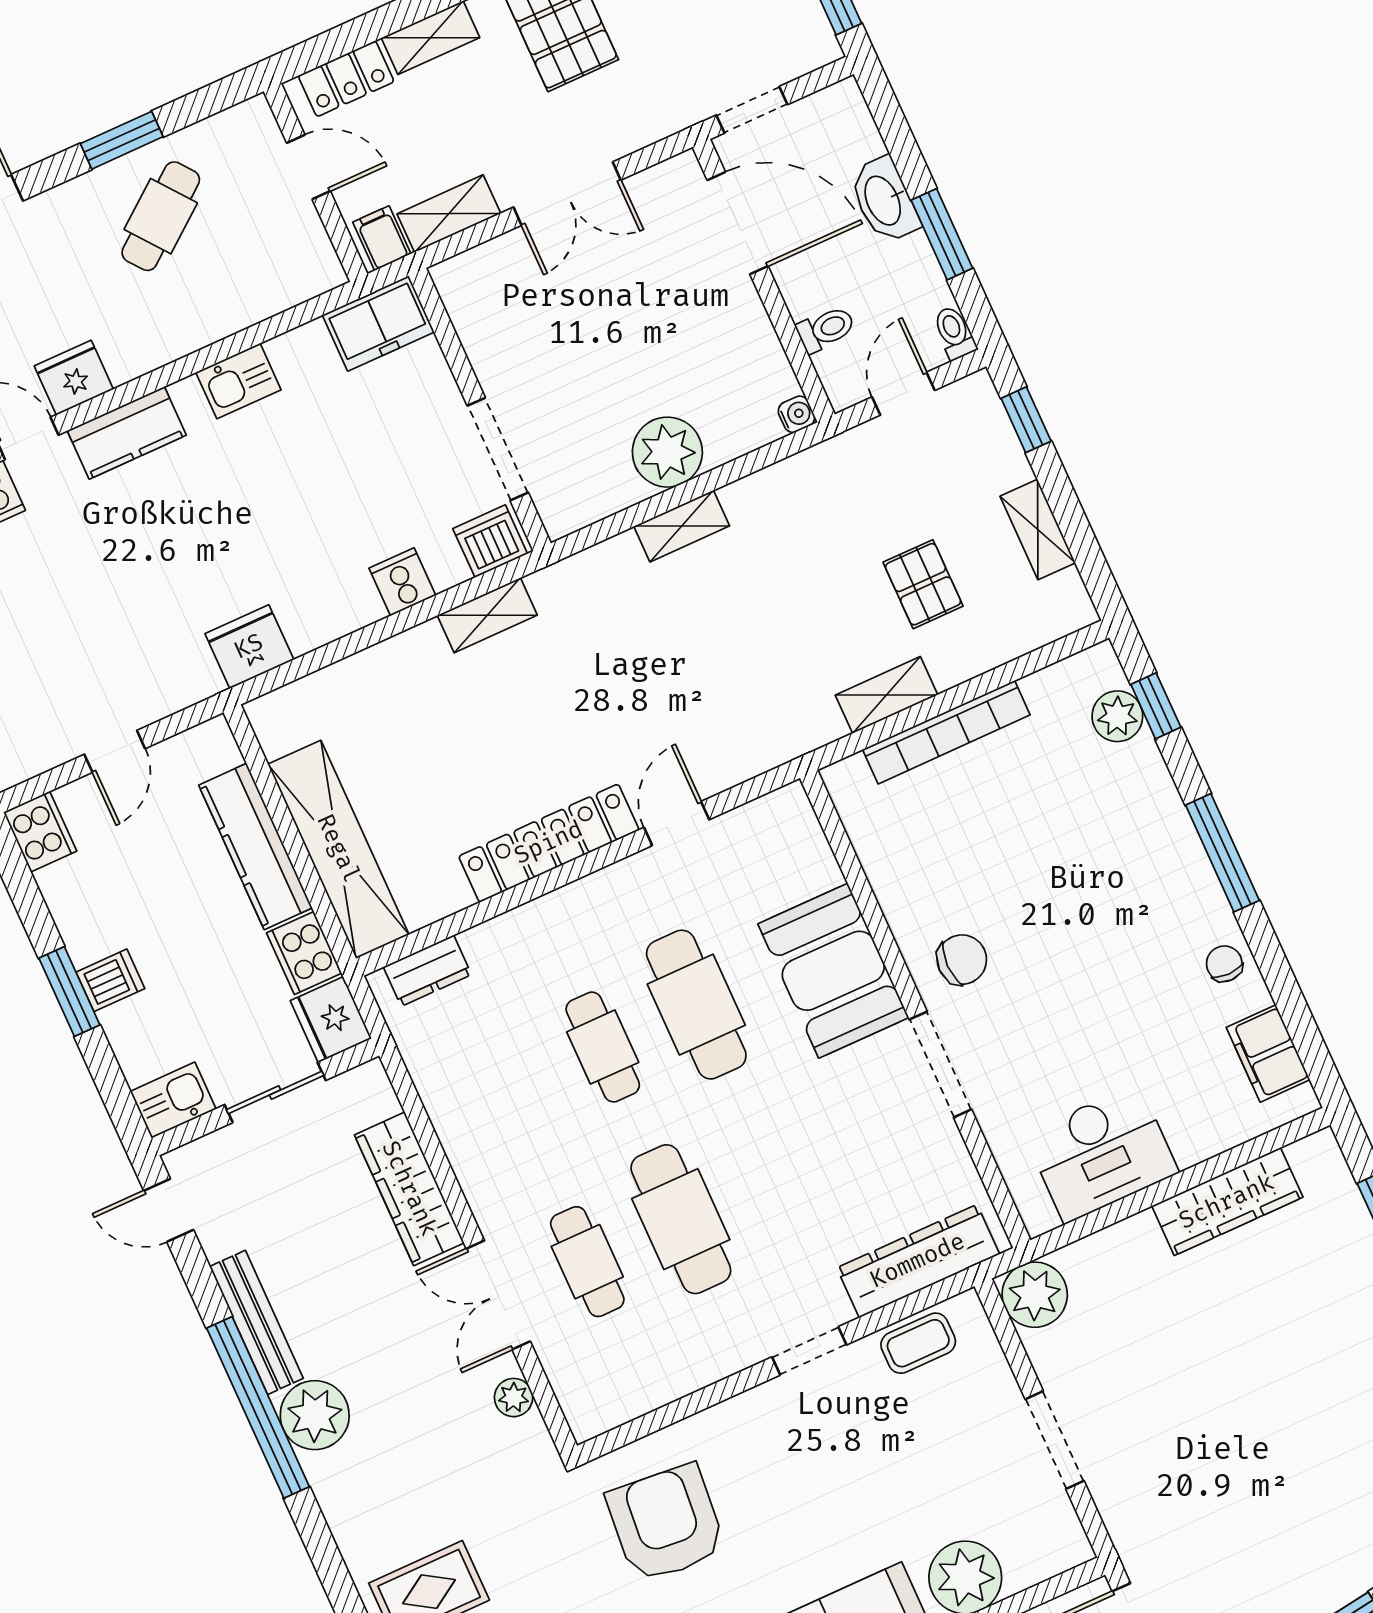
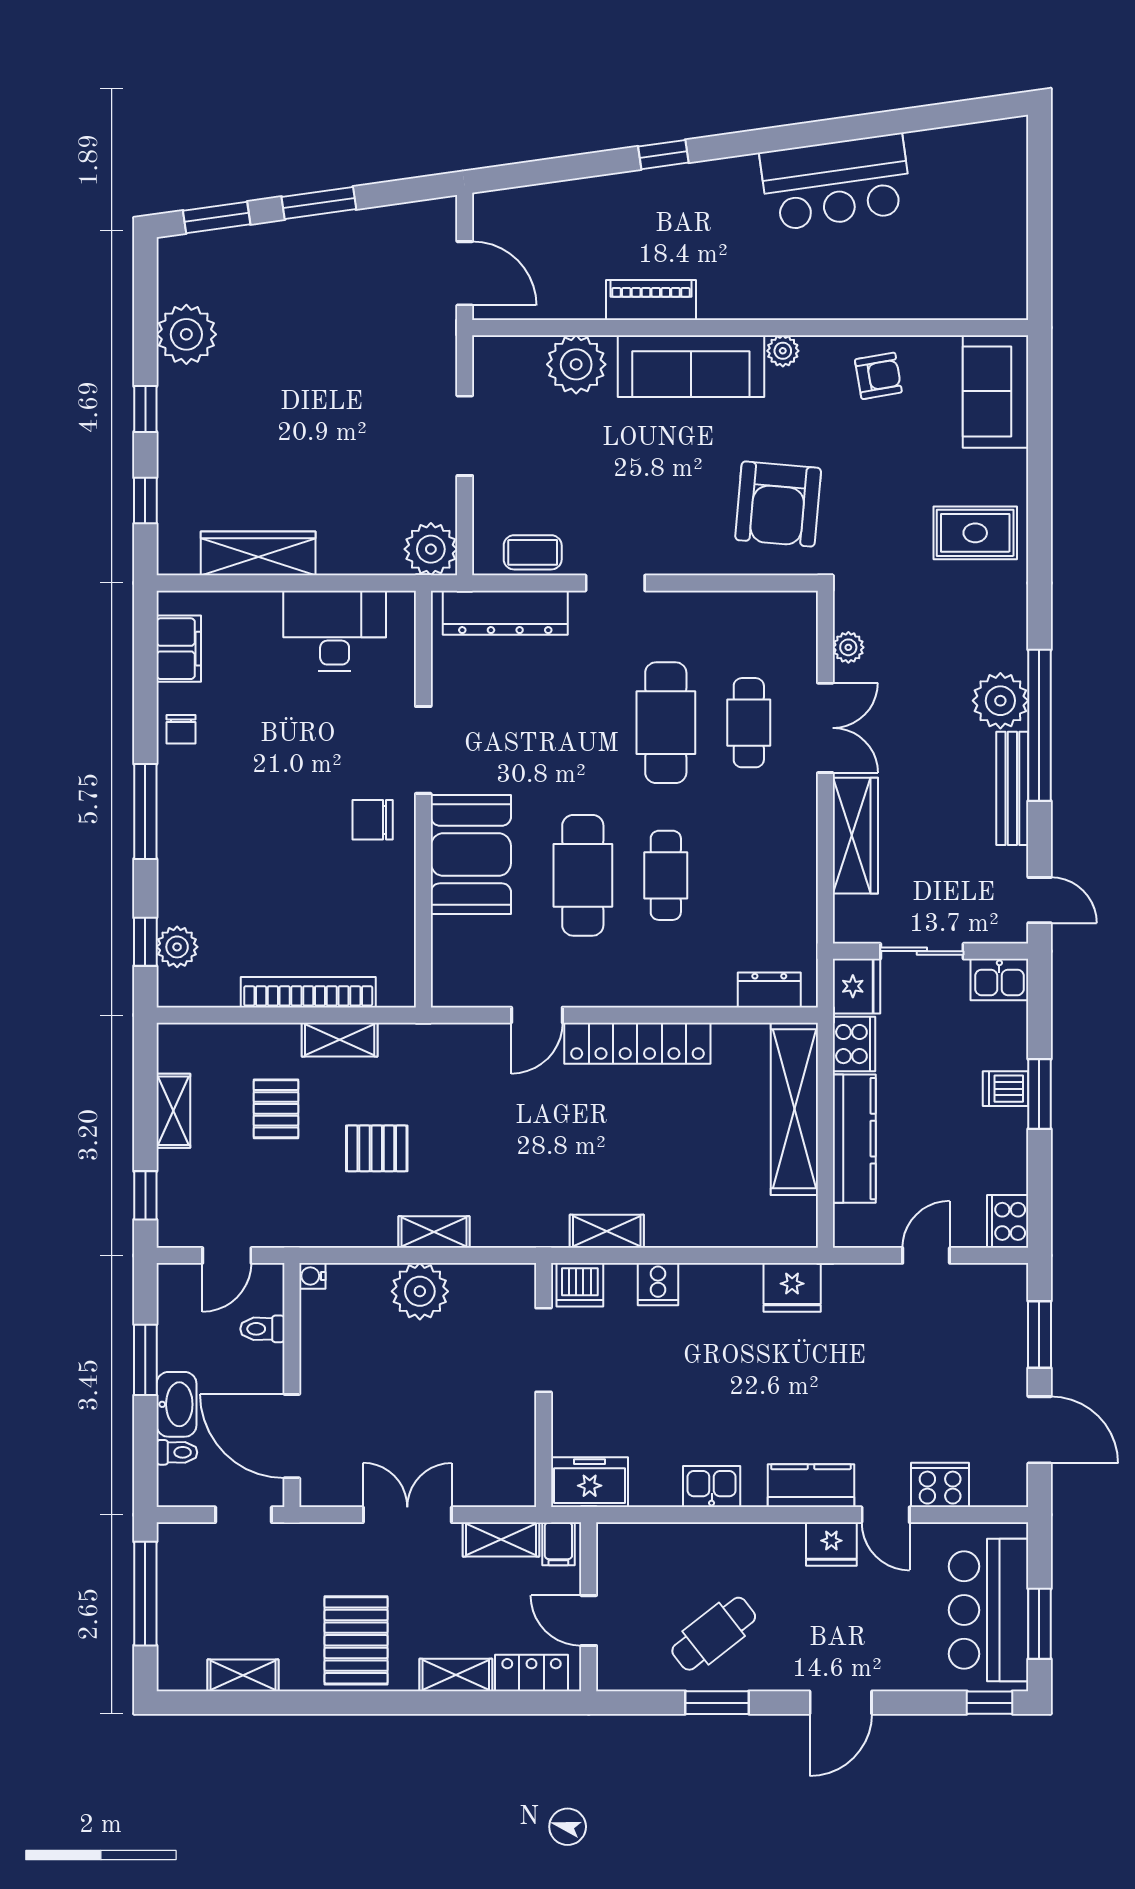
toilet: (954, 333) -> (177, 1452), moved, turned -90
pallet: (789, 591) -> (377, 1148), added

